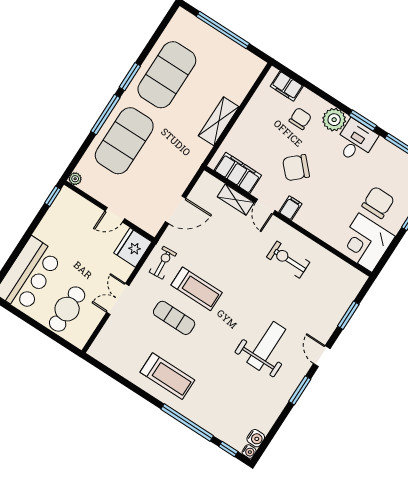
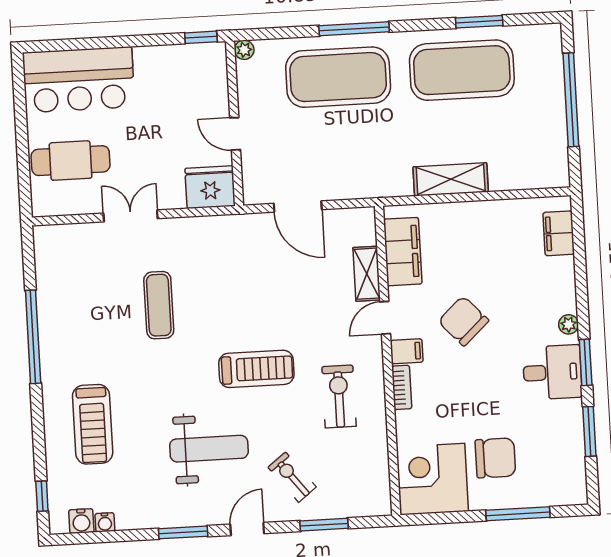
window: (130, 77) -> (479, 22), moved
chair: (300, 119) -> (530, 281), removed
plant: (334, 120) -> (569, 324), width x0.53, depth x0.53
bookcase: (307, 224) -> (402, 387), added
exercise bike: (163, 263) -> (292, 477), moved, turned -124
treadmill: (197, 289) -> (256, 369), moved, turned -90
treadmill: (167, 376) -> (93, 424), moved
window: (187, 422) -> (33, 337), moved
water cooler: (249, 452) -> (105, 522), moved

